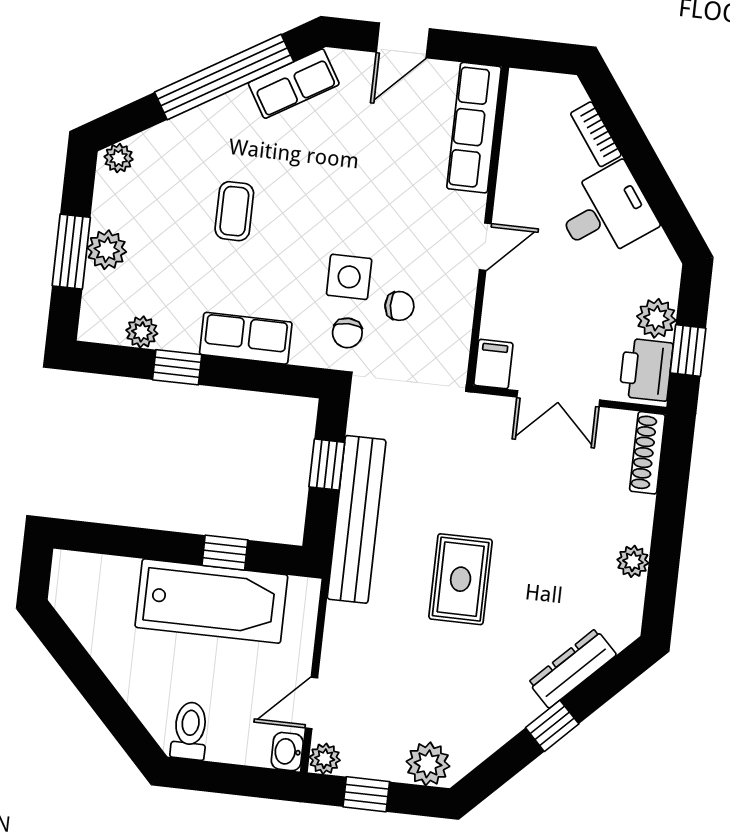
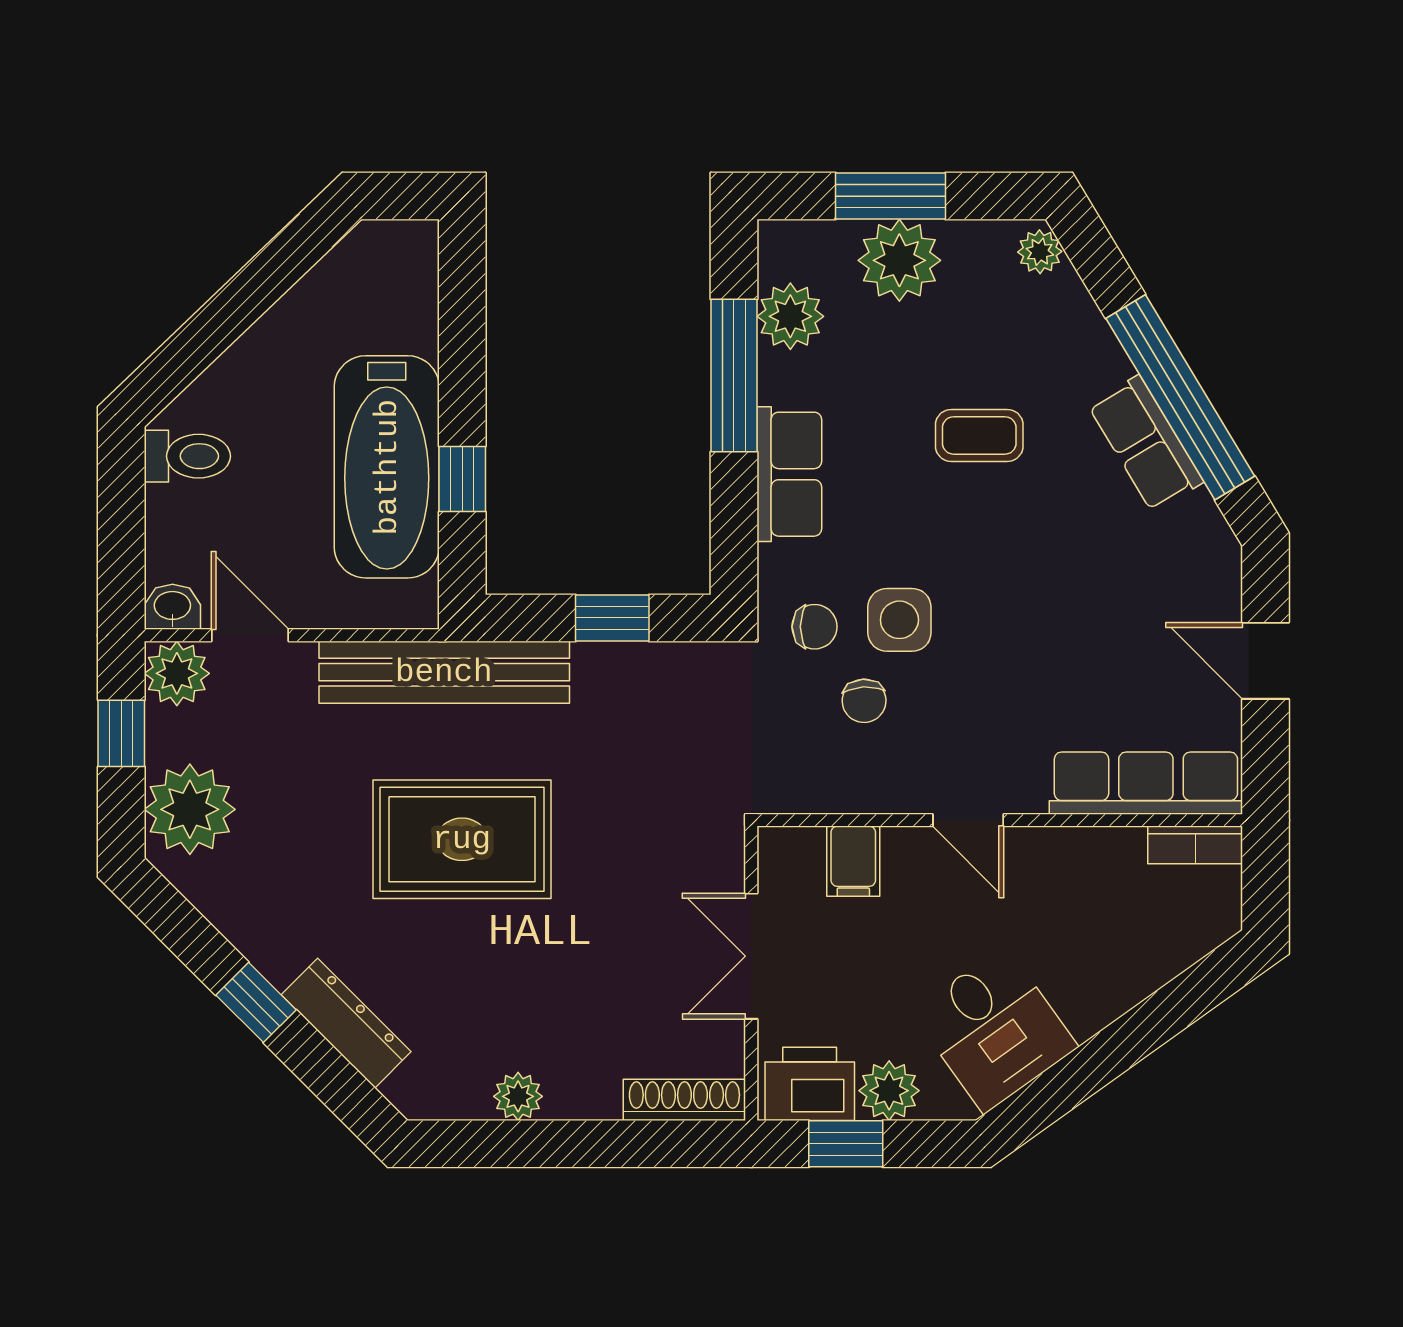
row of seats: (294, 84) -> (1146, 444), moved
bookcase: (596, 134) -> (1195, 845), moved, turned -144
desk: (606, 212) -> (994, 1029), moved
plant: (107, 250) -> (899, 260), width x1.36, depth x1.36
plant: (142, 332) -> (790, 316), width x1.38, depth x1.38
chair: (347, 333) -> (815, 627), turned 180
filing cabinet: (493, 364) -> (853, 861), moved, turned 90
window: (177, 367) -> (734, 376), width x2.17
bench: (357, 519) -> (444, 672), moved
rug: (461, 579) -> (462, 839), width x1.36, depth x1.43
plant: (325, 759) -> (177, 673), width x1.38, depth x1.38
plant: (428, 764) -> (190, 809), width x1.36, depth x1.36

